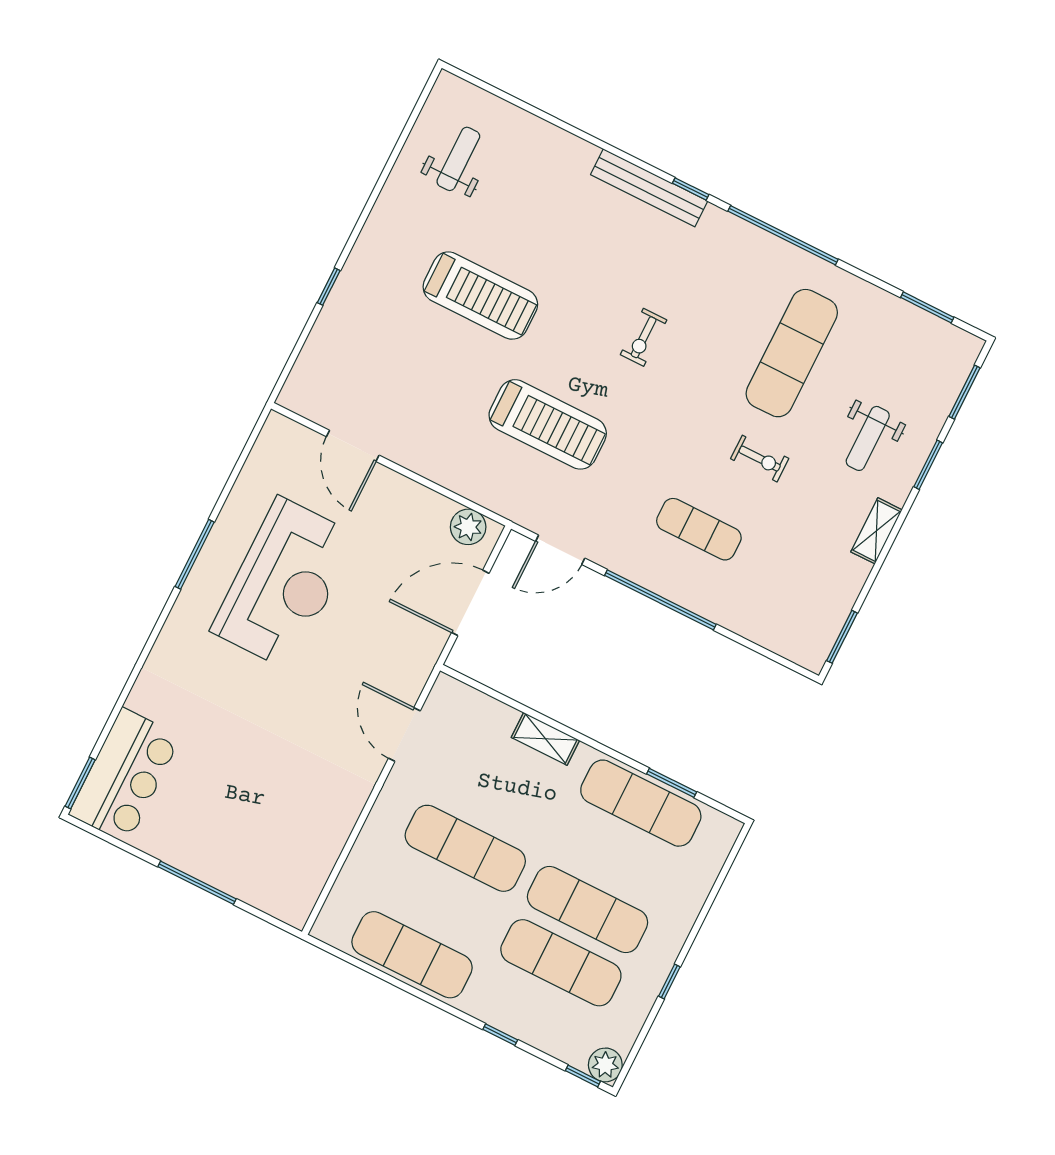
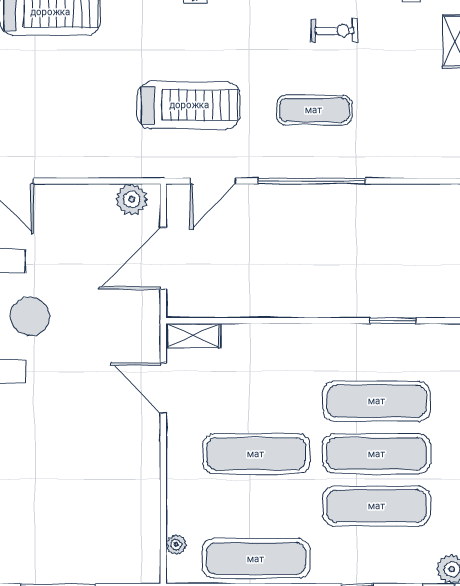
treadmill: (548, 424) -> (189, 105), moved
shelving: (545, 739) -> (193, 336), moved
exercise mat: (641, 803) -> (377, 401), moved
plant: (338, 900) -> (176, 545), added

